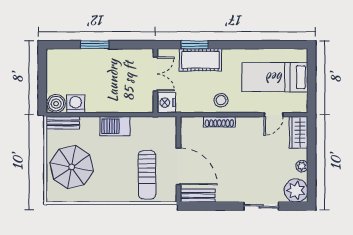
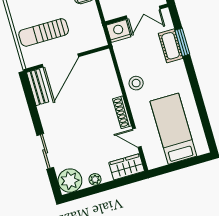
cot: (201, 60) -> (171, 46), width x0.73, depth x0.75
shoe rack: (219, 122) -> (122, 112), moved

